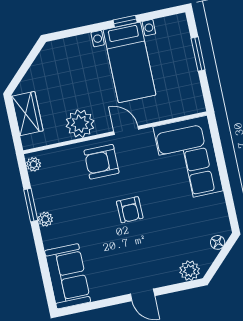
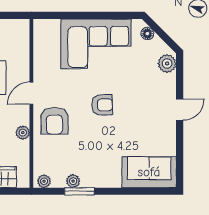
plant: (80, 124) -> (23, 133), width x0.53, depth x0.53
corner sofa: (188, 159) -> (96, 44), moved
plant: (45, 219) -> (73, 181), moved

